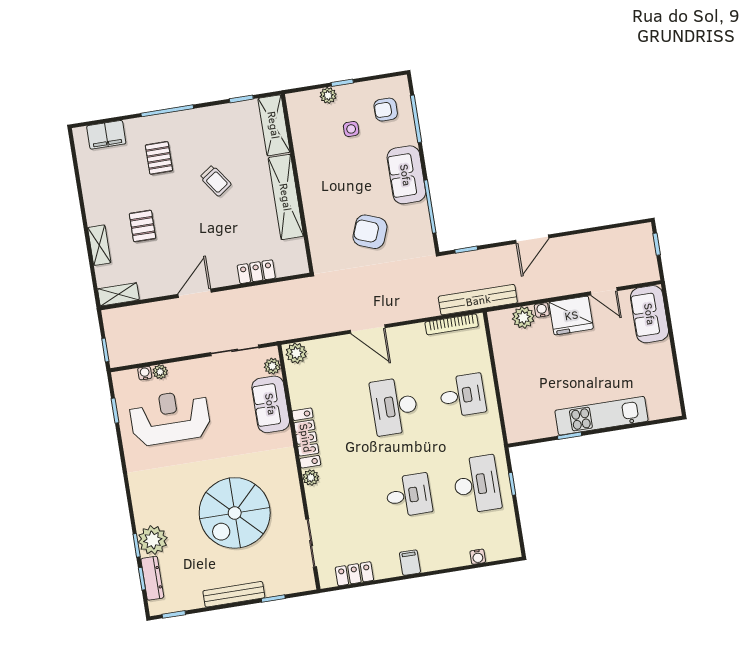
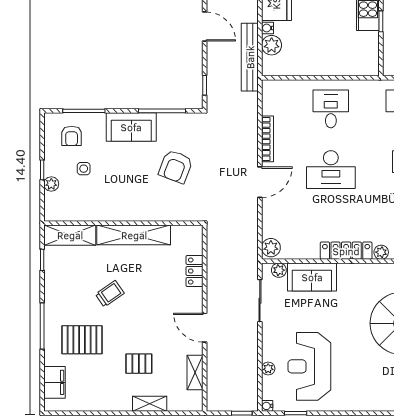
pallet: (159, 158) -> (82, 340), width x1.50, depth x1.42
shelving: (118, 294) -> (195, 372), moved
bench: (478, 300) -> (250, 57), moved
bookcase: (452, 324) -> (268, 139), moved
water cooler: (145, 373) -> (267, 406), moved

